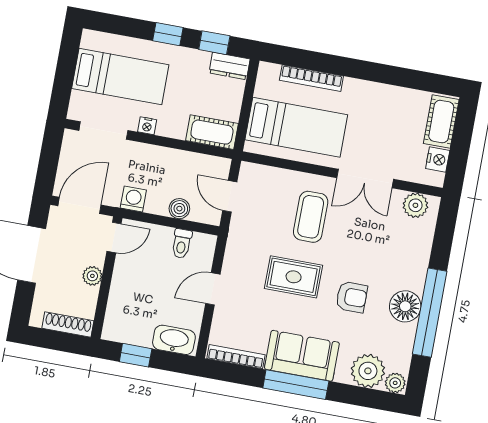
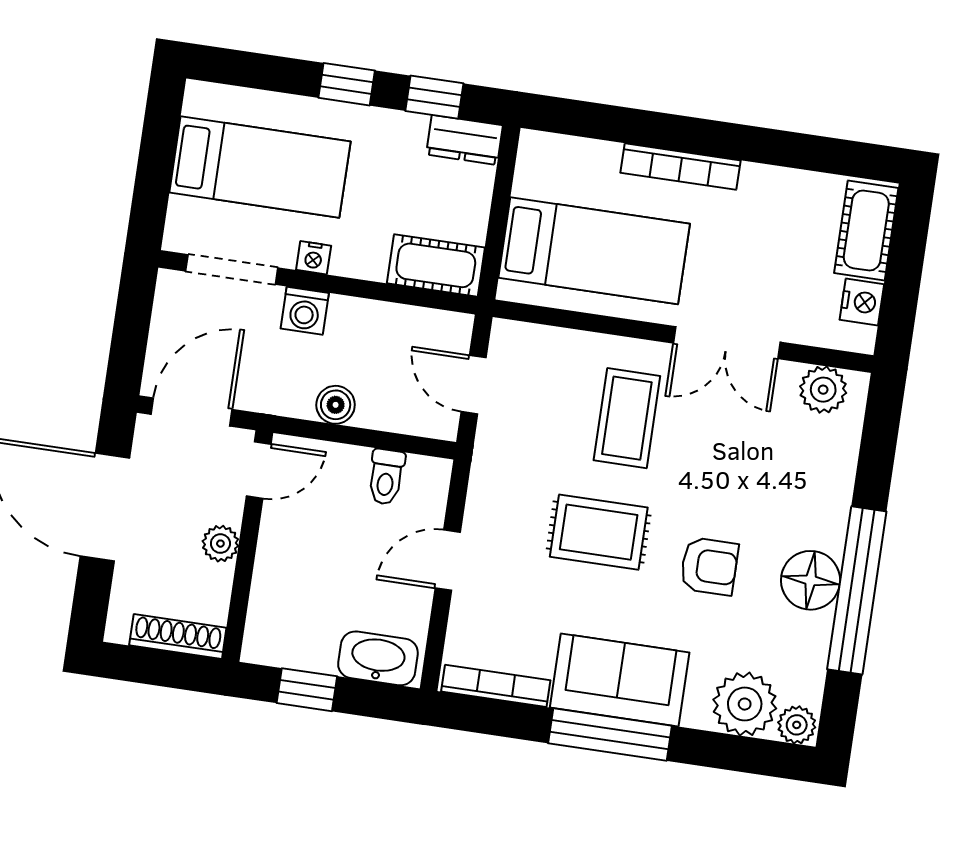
bookcase: (311, 78) -> (681, 167), moved
washing machine: (133, 199) -> (305, 311), moved, turned 180
boiler: (179, 209) -> (336, 405), moved

